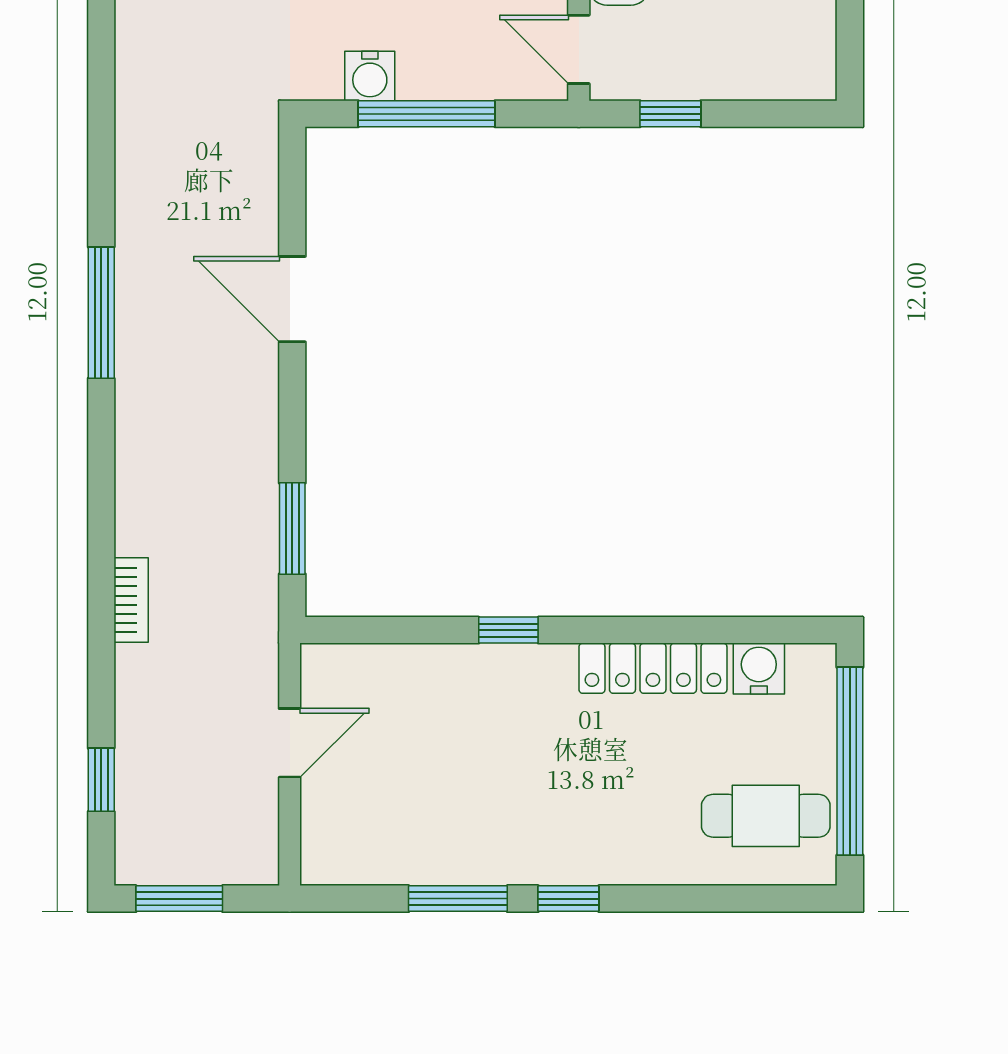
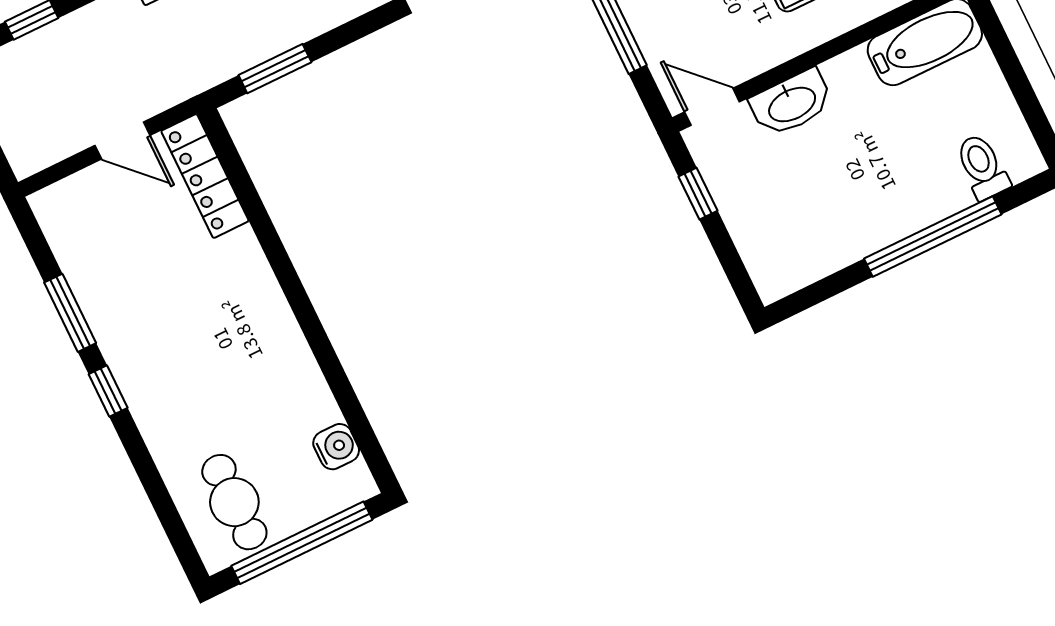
door: (579, 49) -> (712, 107), hinge flipped
window: (508, 630) -> (277, 256), removed
locker: (653, 668) -> (205, 176), moved

